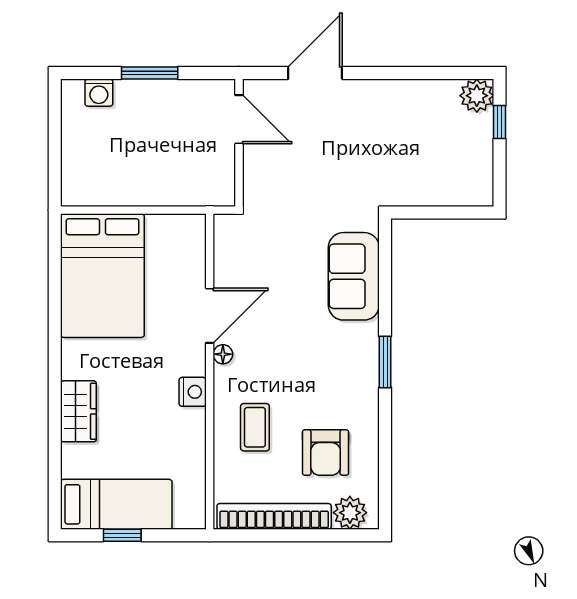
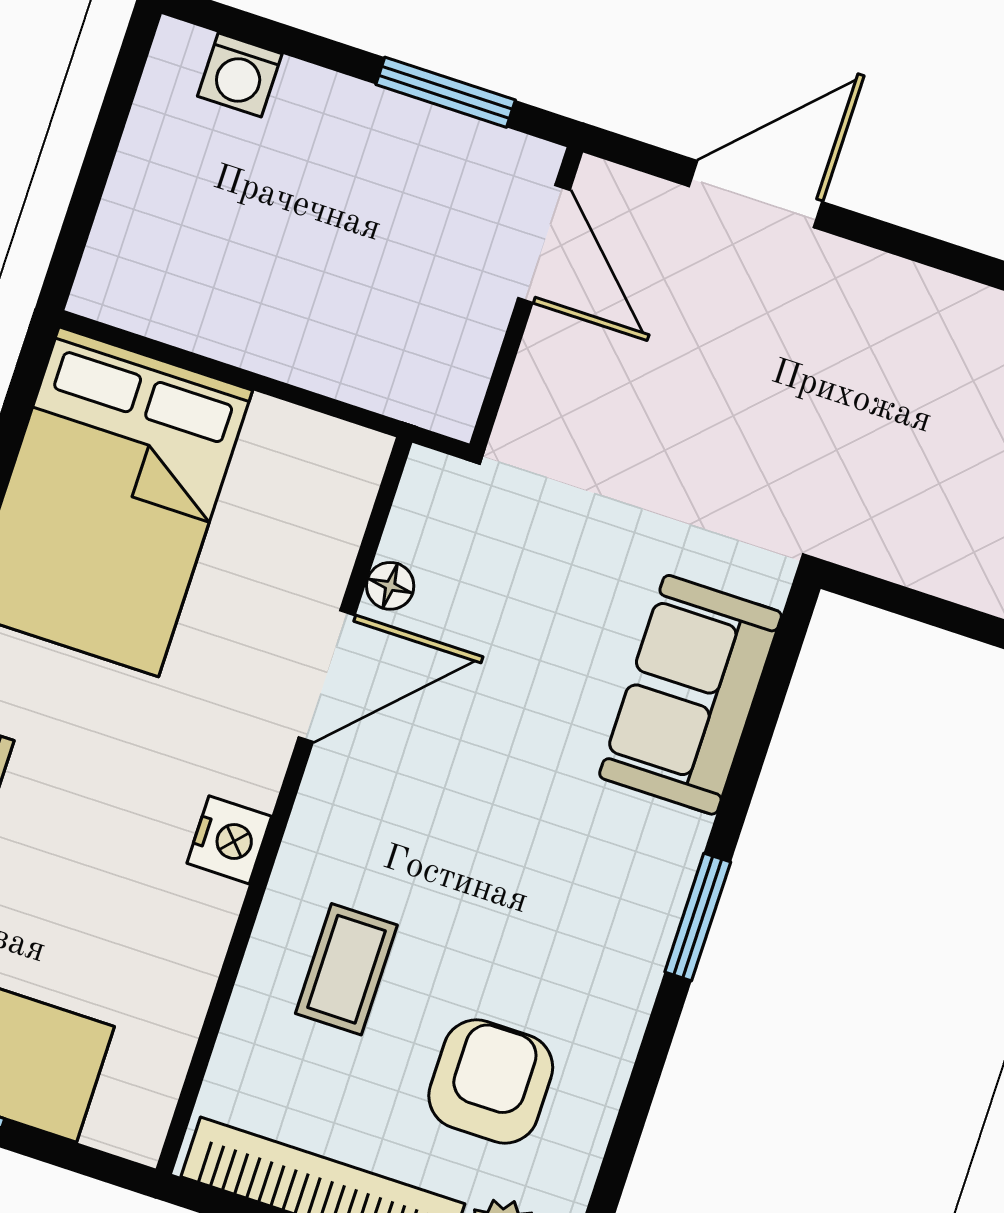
window: (150, 73) -> (446, 92), moved
floor lamp: (223, 354) -> (390, 586), moved
armchair: (326, 452) -> (491, 1082), turned 180

